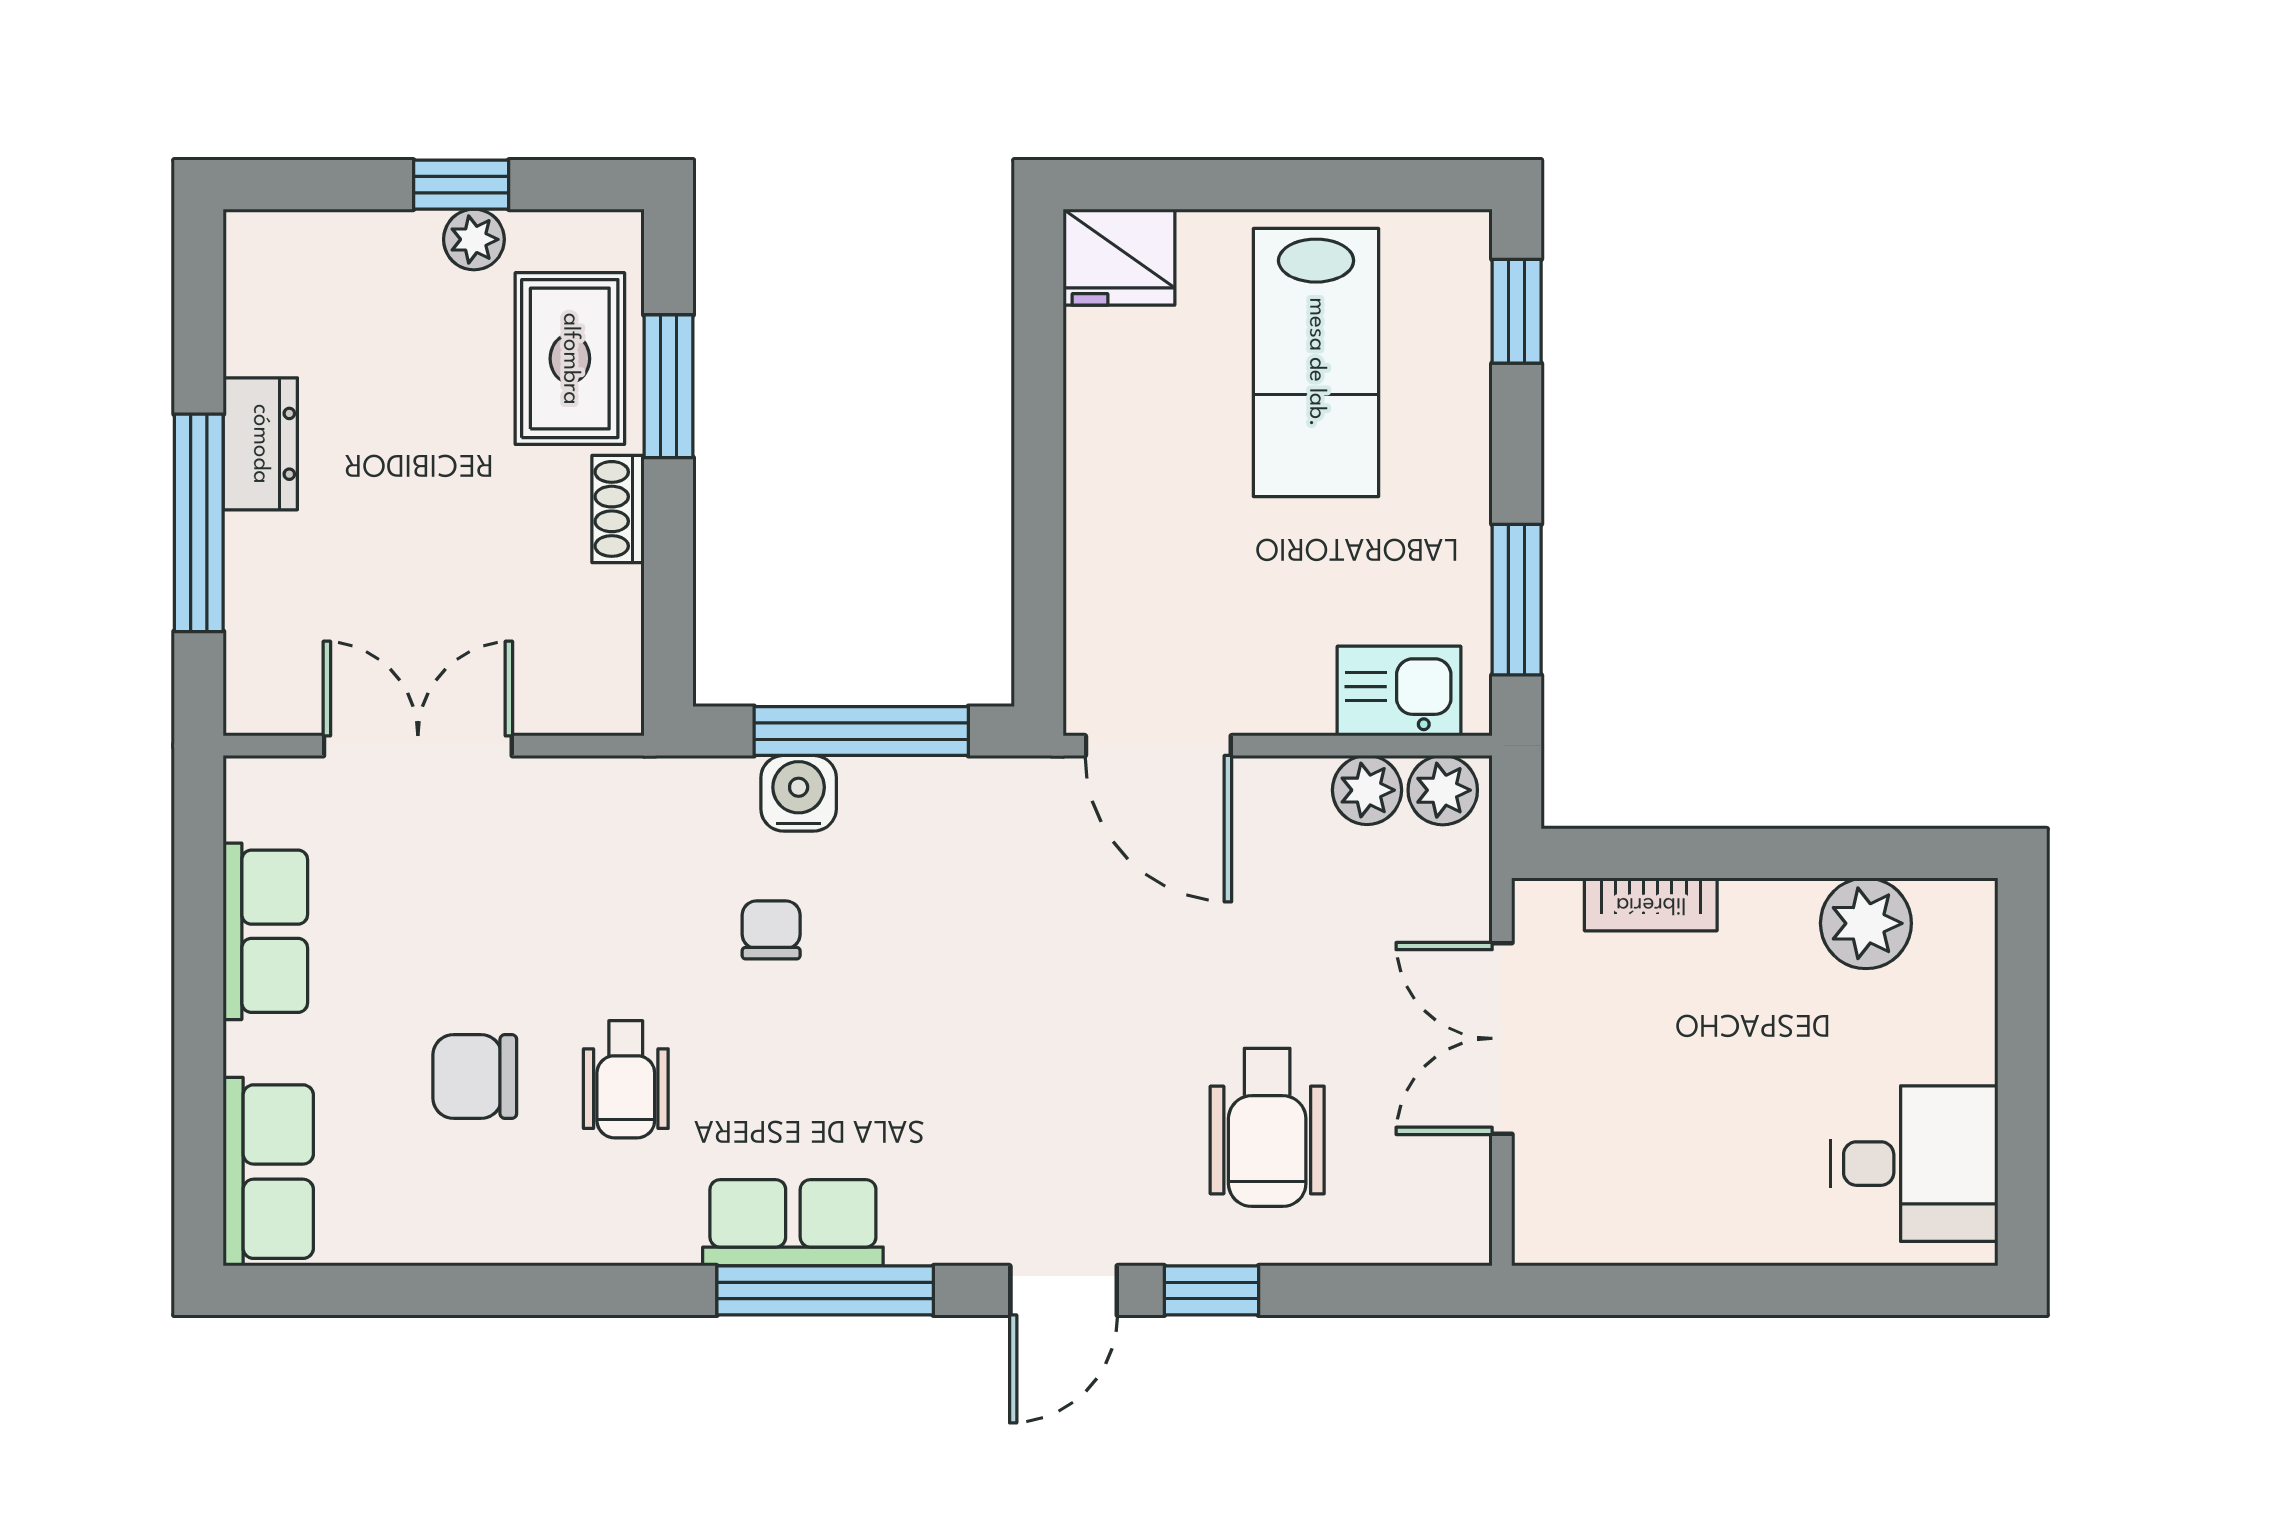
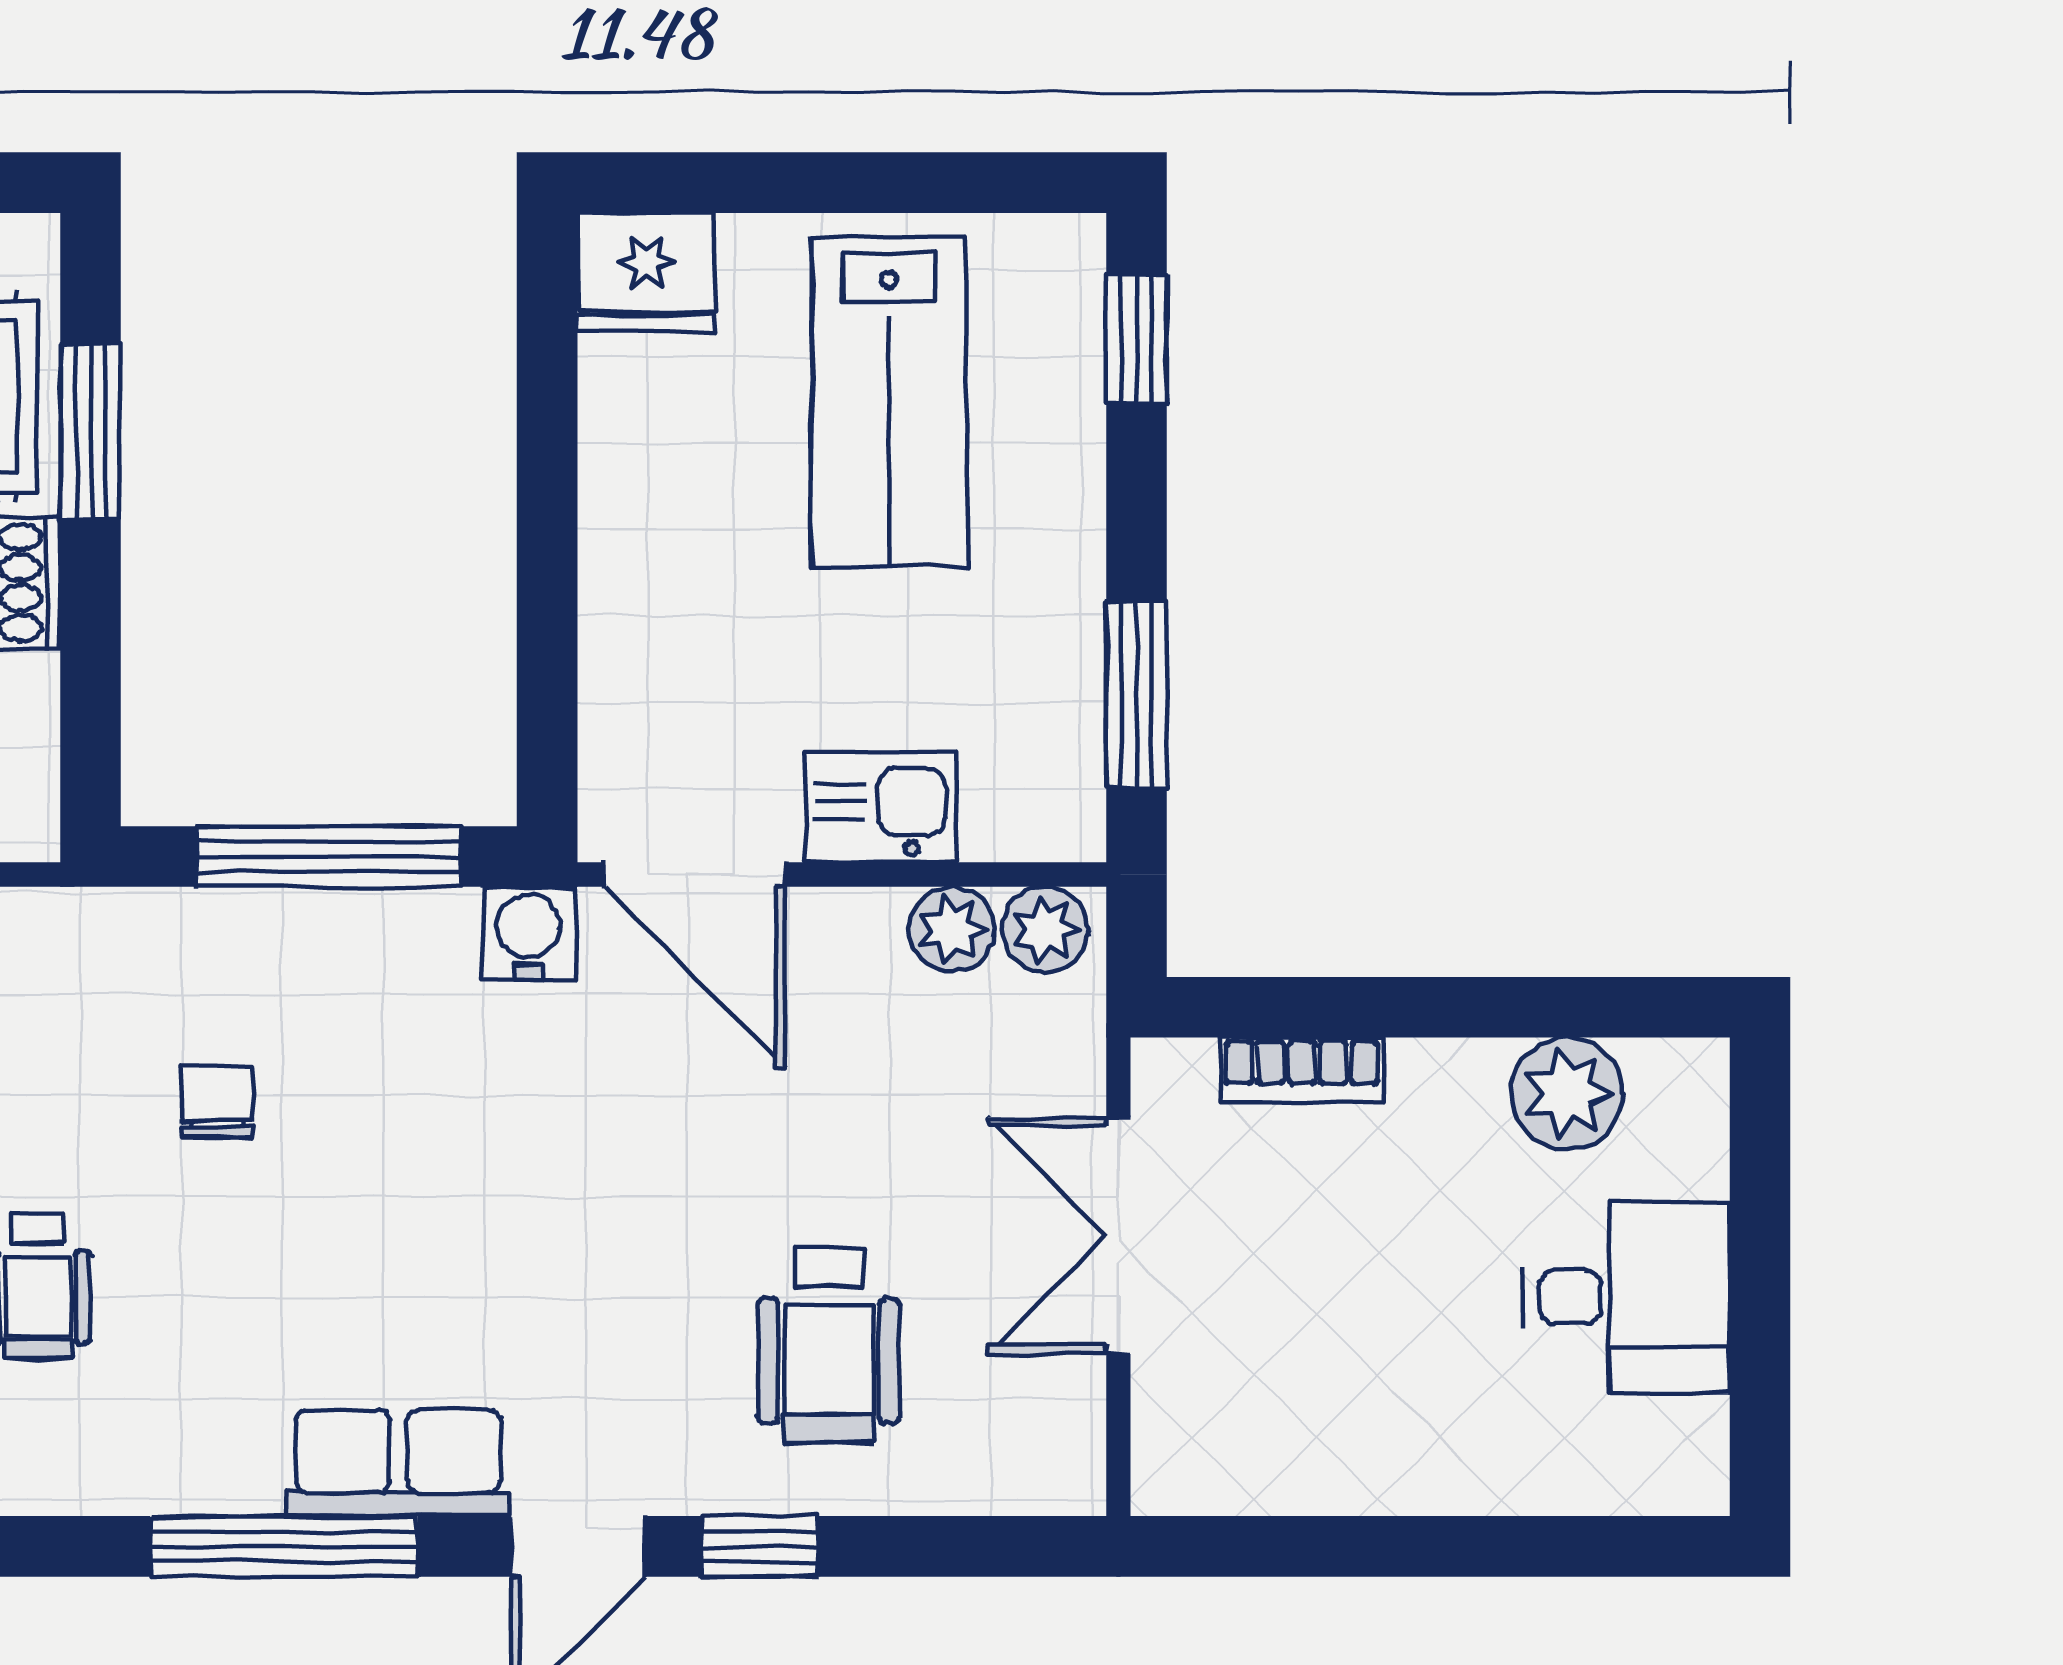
kitchen sink: (1399, 691) -> (881, 807), moved
water cooler: (799, 793) -> (529, 933), moved
desk: (1914, 1164) -> (1626, 1297), moved
row of seats: (793, 1223) -> (398, 1463), moved

